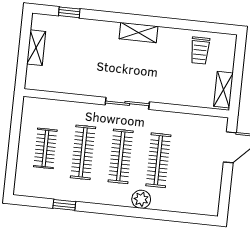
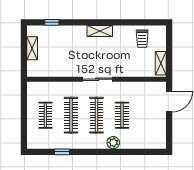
clothes rail: (158, 160) -> (122, 115), width x0.73

